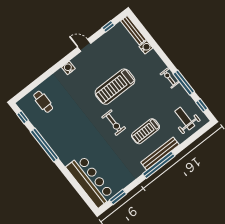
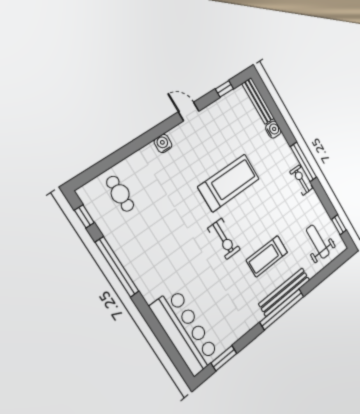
window: (184, 83) -> (303, 162), moved
treadmill: (115, 87) -> (229, 183), turned 180

